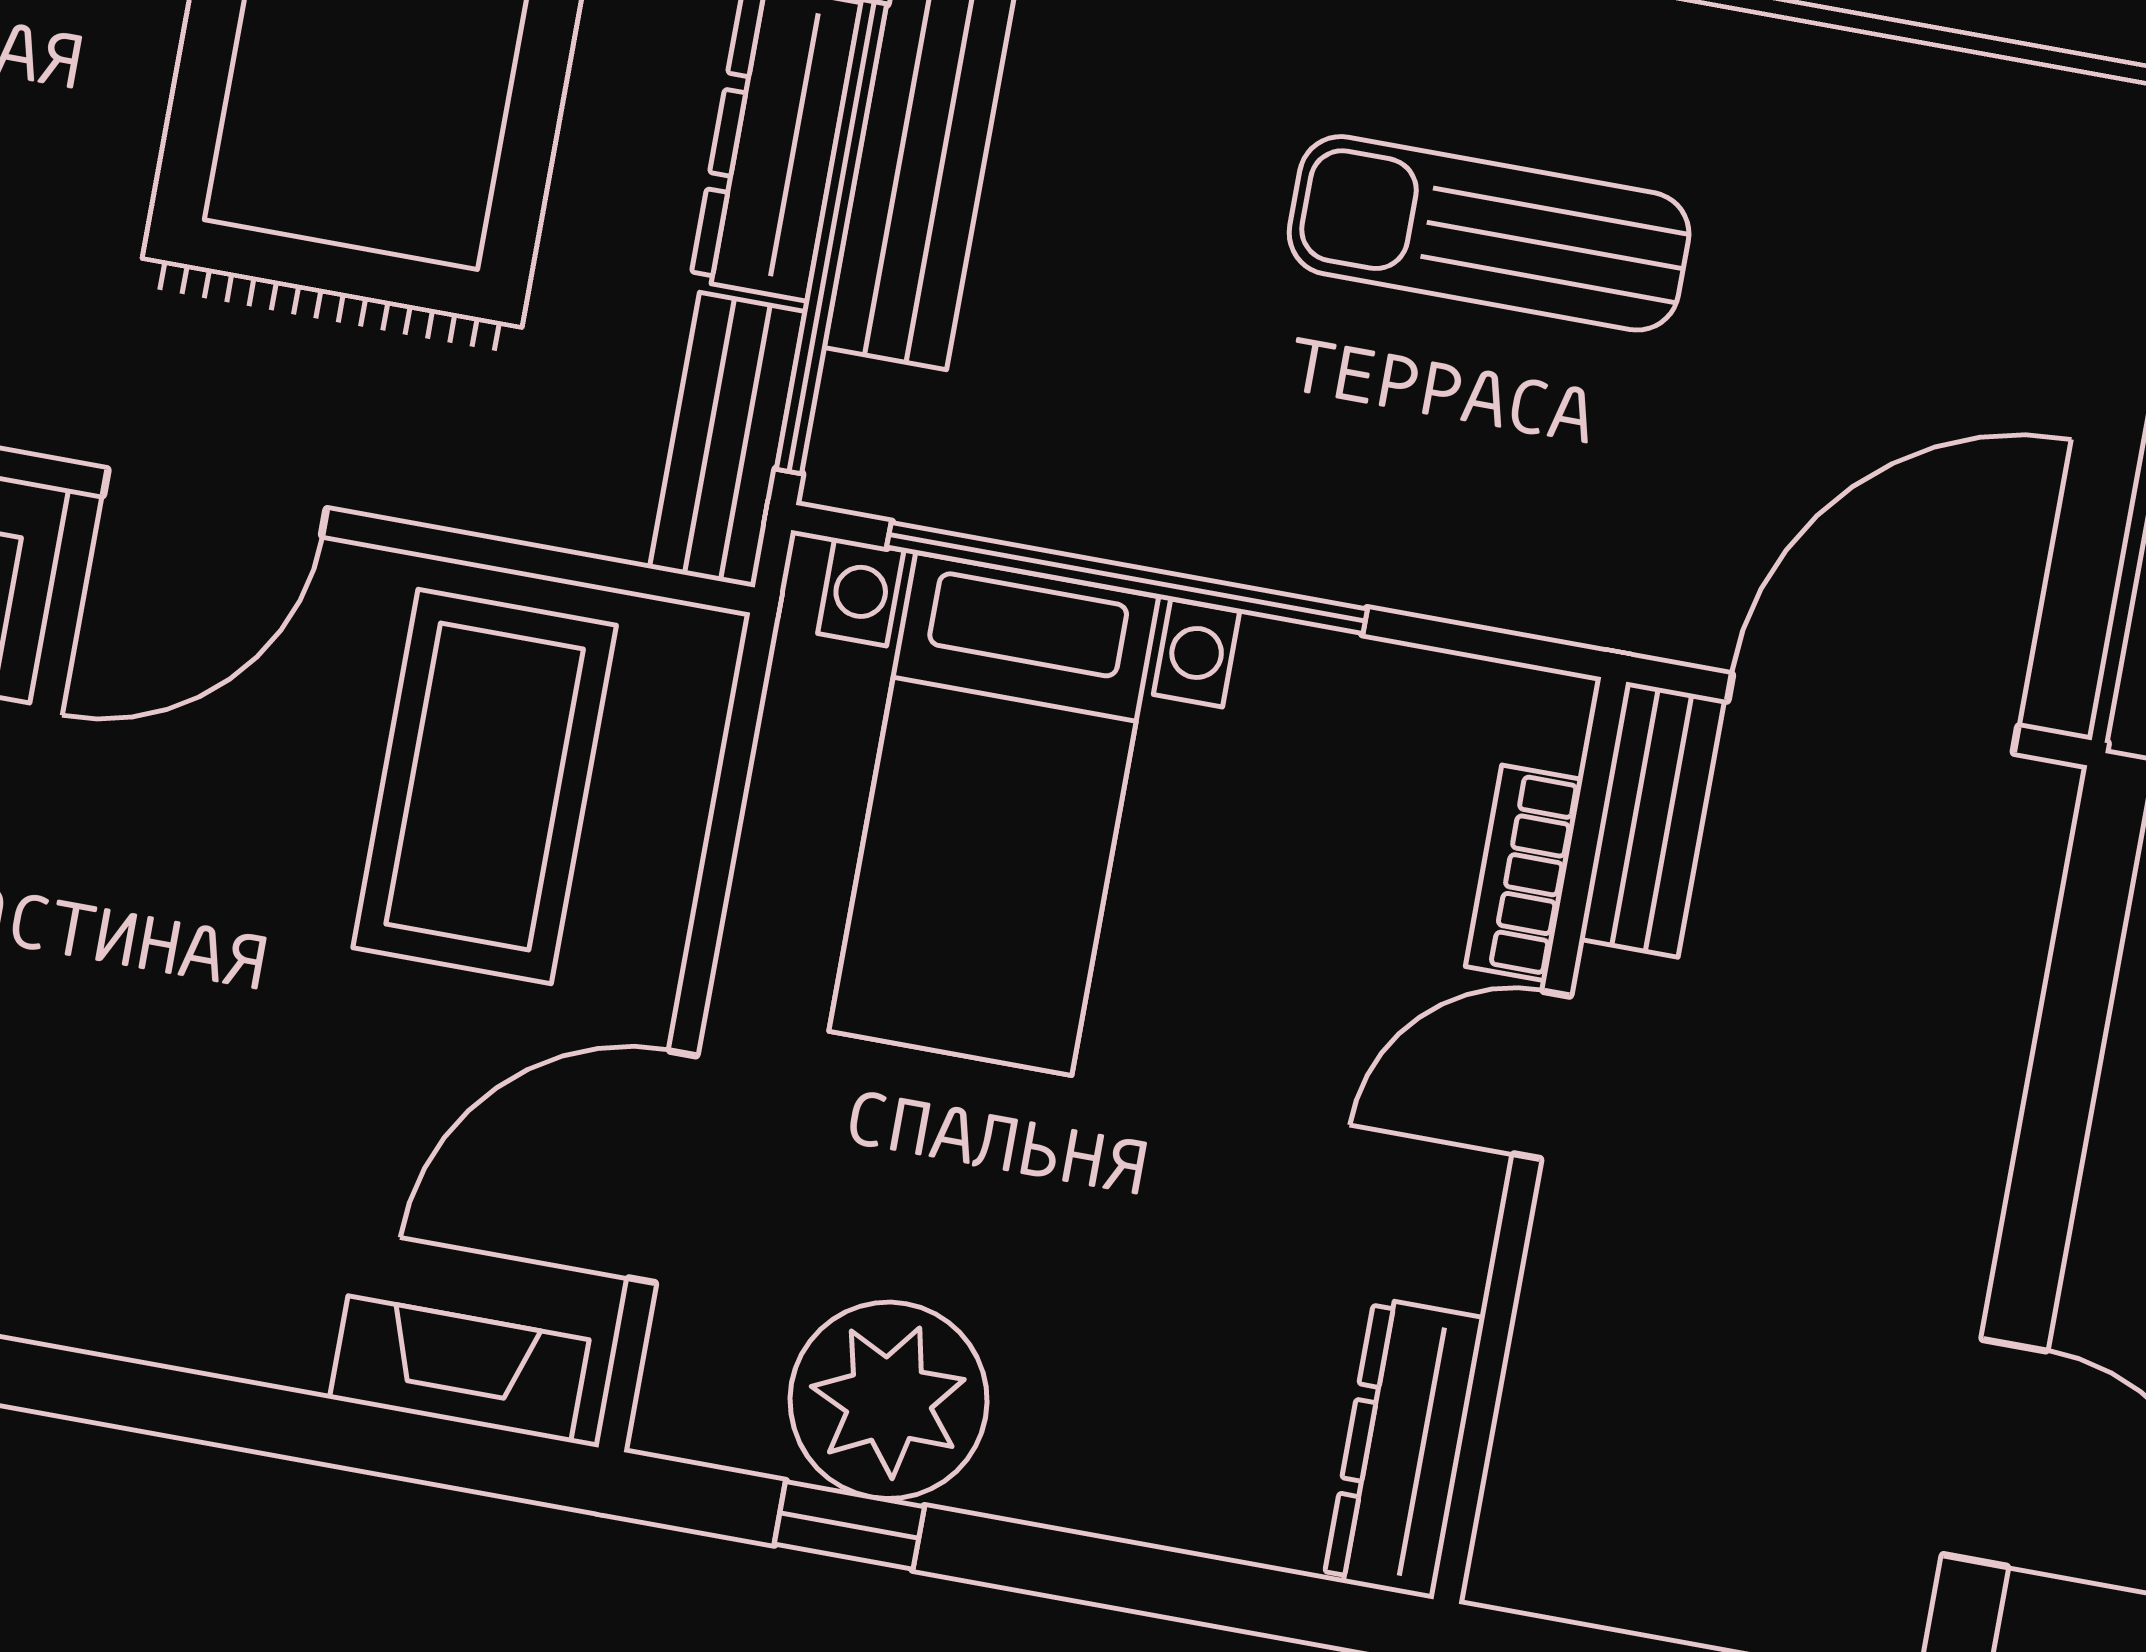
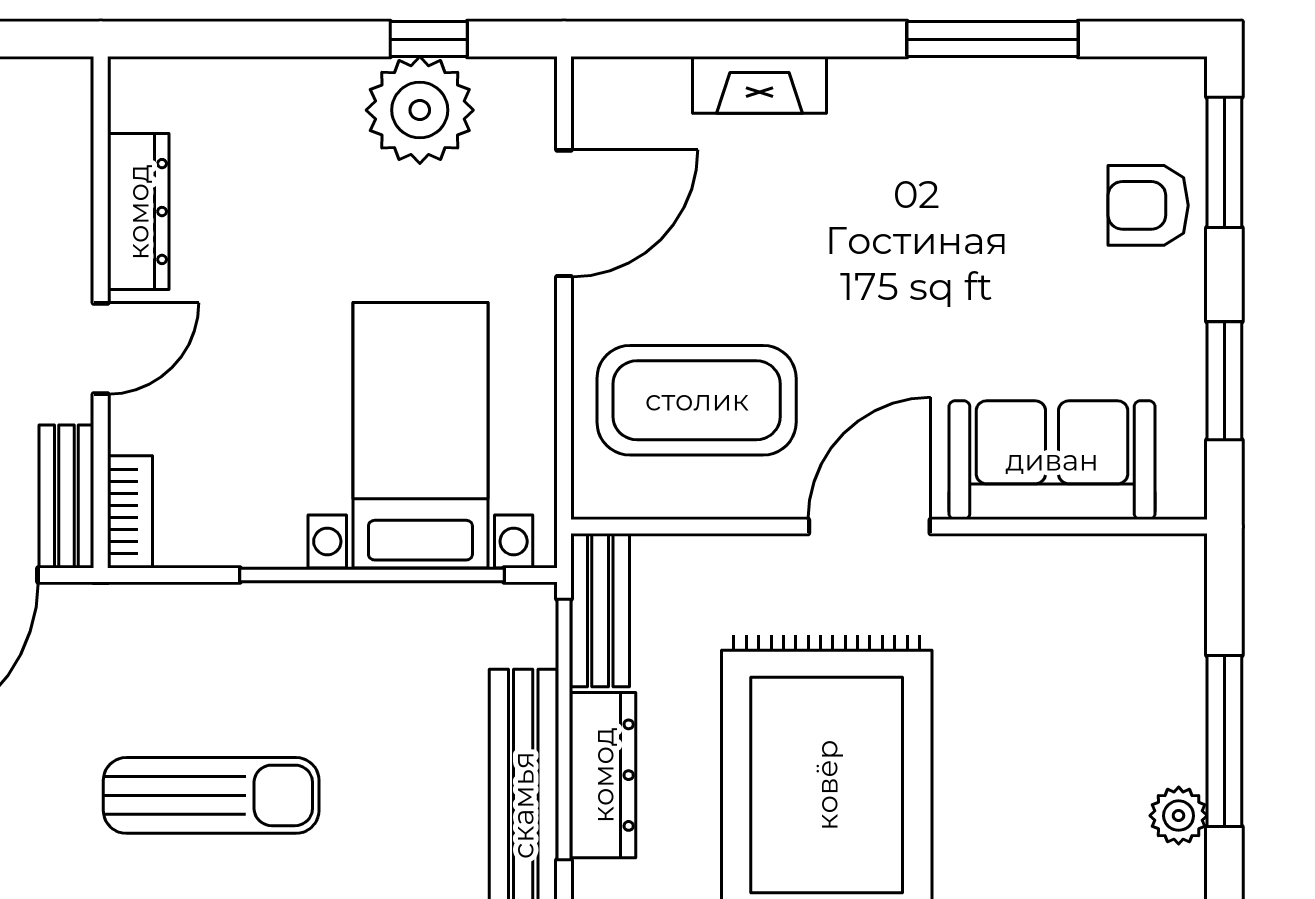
coffee table: (485, 787) -> (697, 400), turned 90
bookcase: (1524, 873) -> (130, 512), moved
fireplace: (459, 1369) -> (760, 85), moved
dresser: (1404, 1448) -> (138, 212), moved

